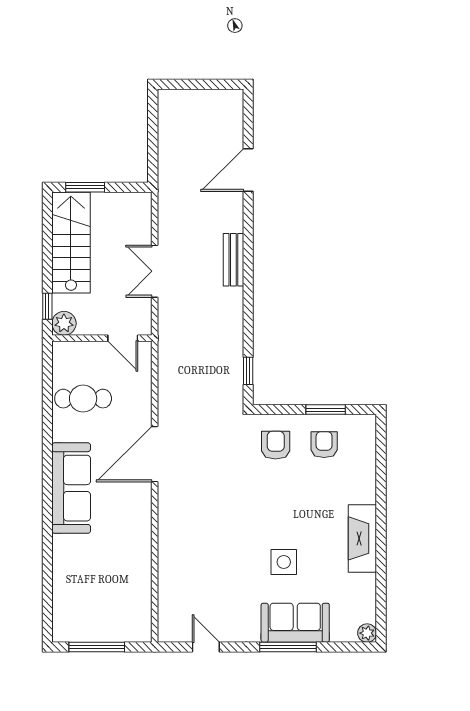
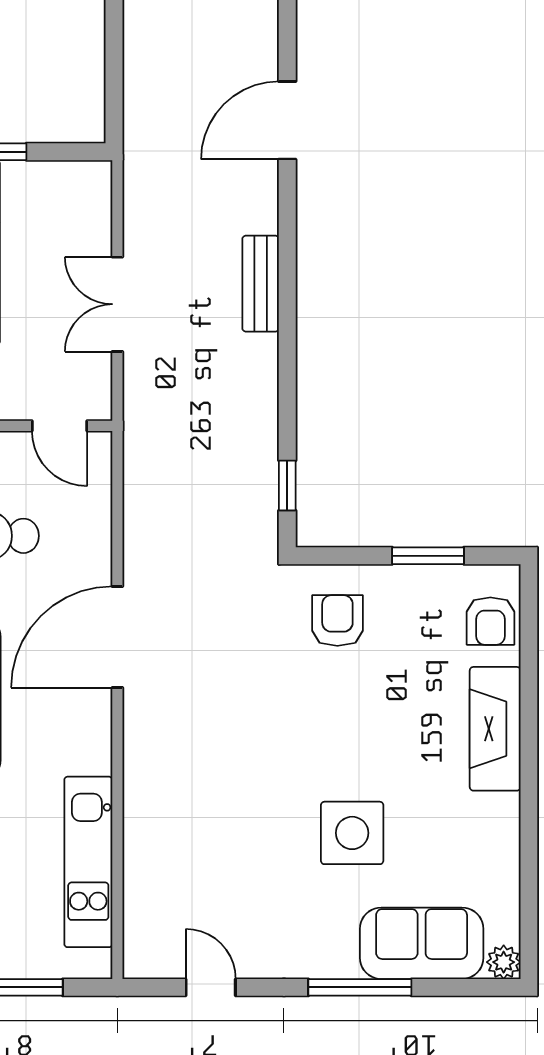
armchair: (324, 445) -> (490, 621), moved, turned 180
fireplace: (362, 538) -> (495, 729), moved
side table: (284, 562) -> (352, 833), width x1.37, depth x1.37
kitchen unit: (139, 578) -> (88, 862), added
sofa: (295, 623) -> (422, 943), moved

